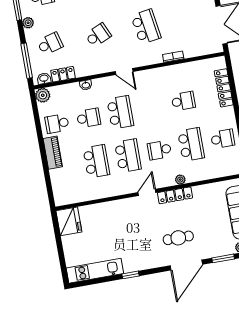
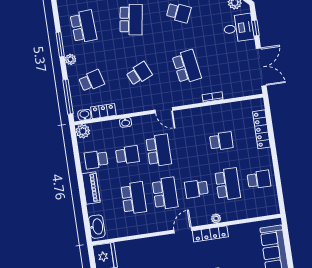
washbasin: (60, 191) -> (97, 227), added

